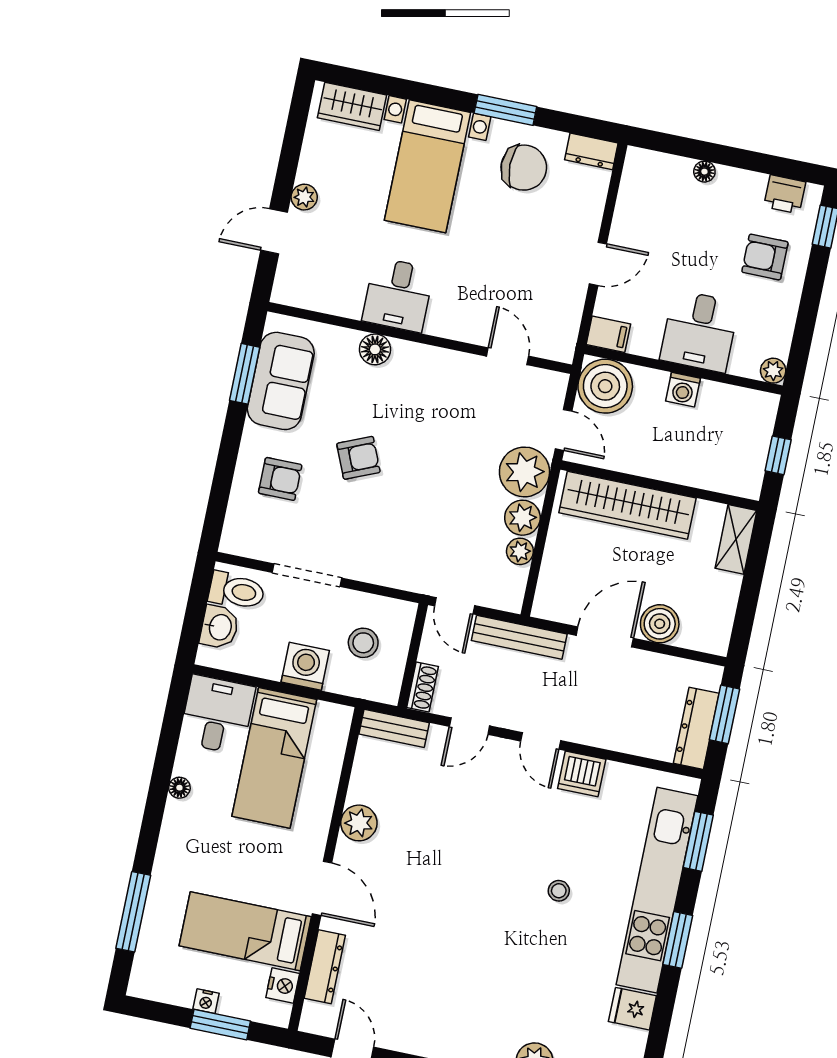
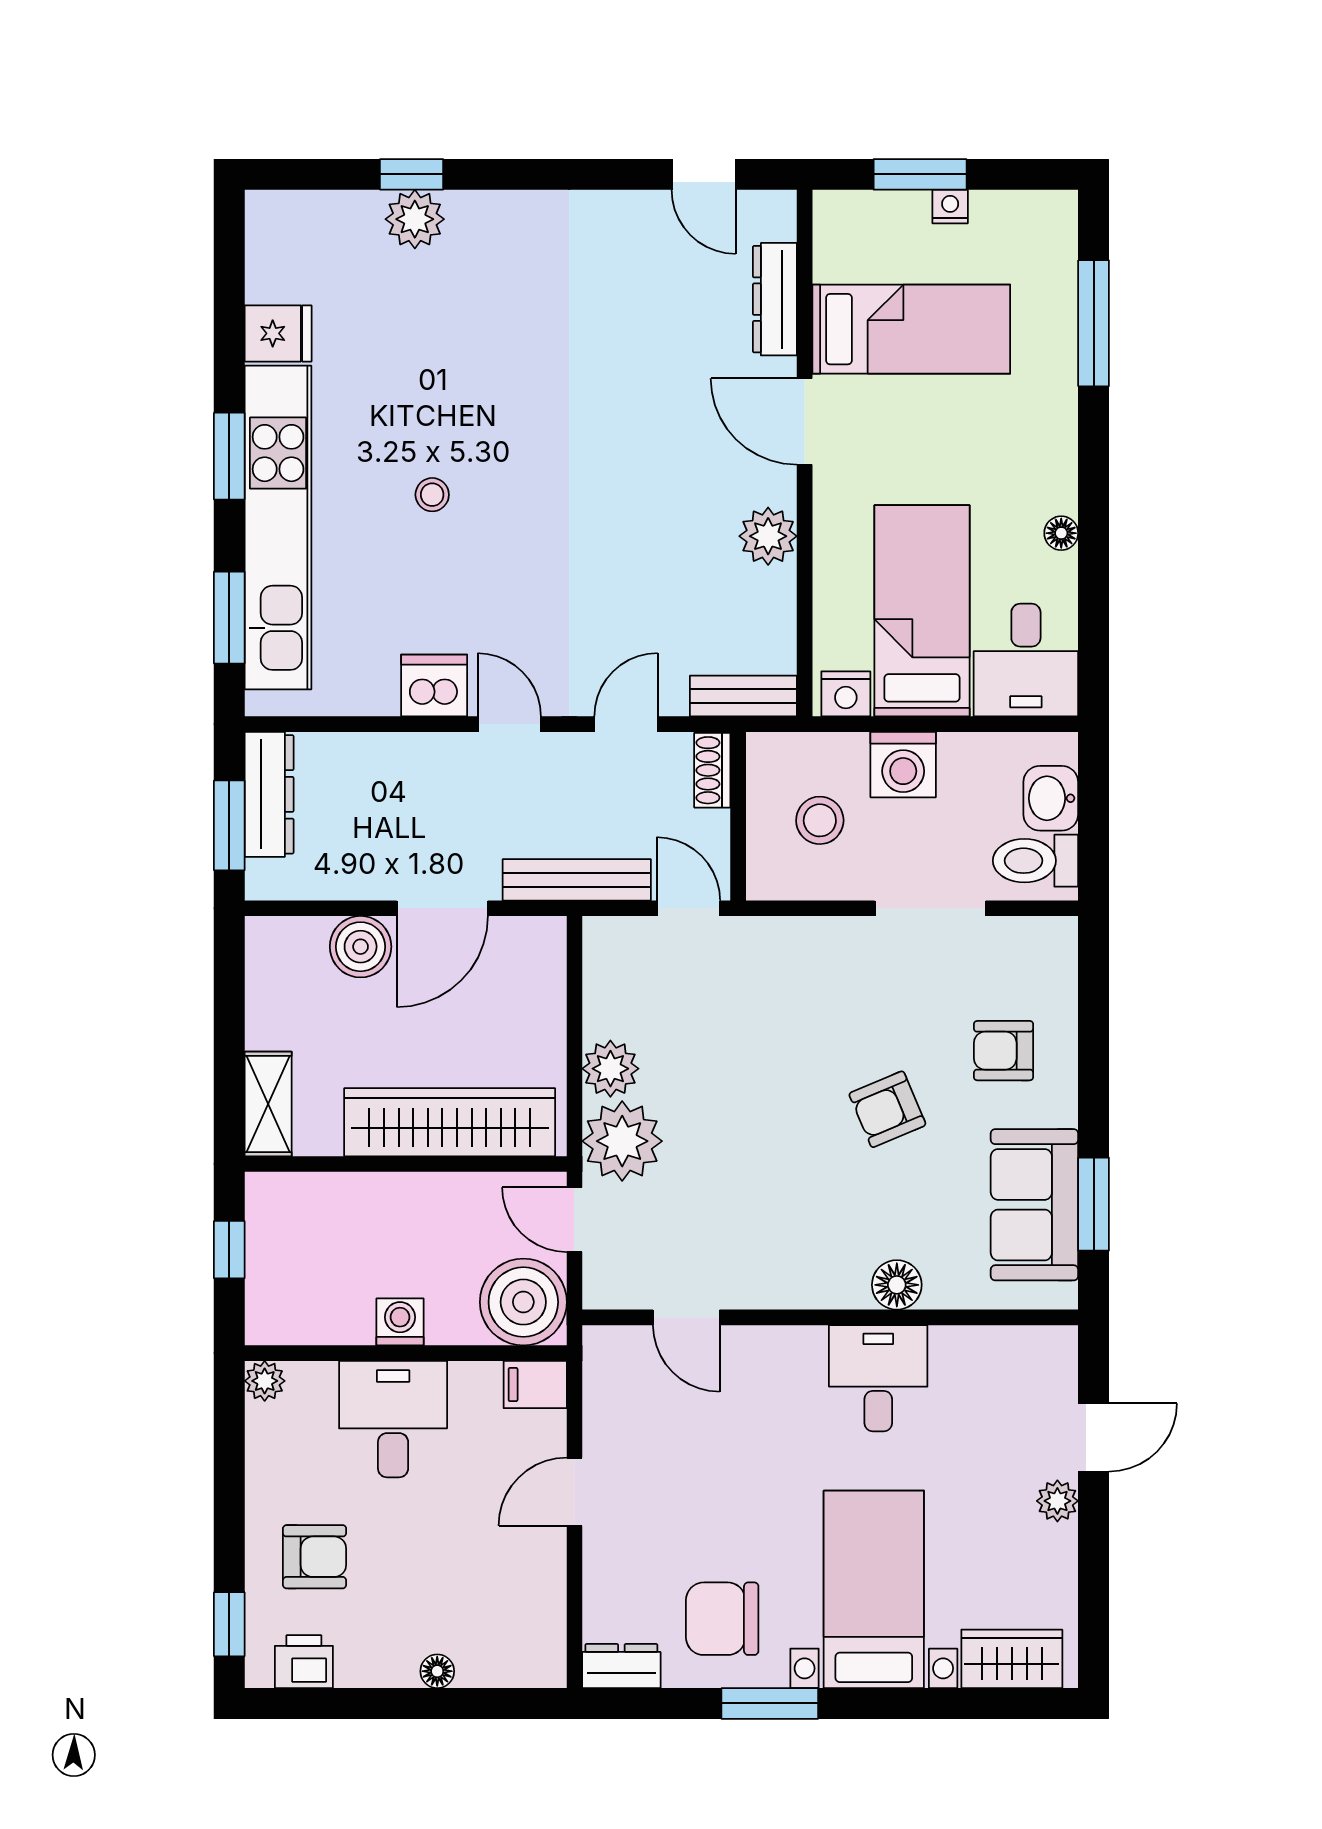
plant: (520, 551) -> (603, 1015), removed
nightstand: (283, 986) -> (846, 694), moved, turned -90

